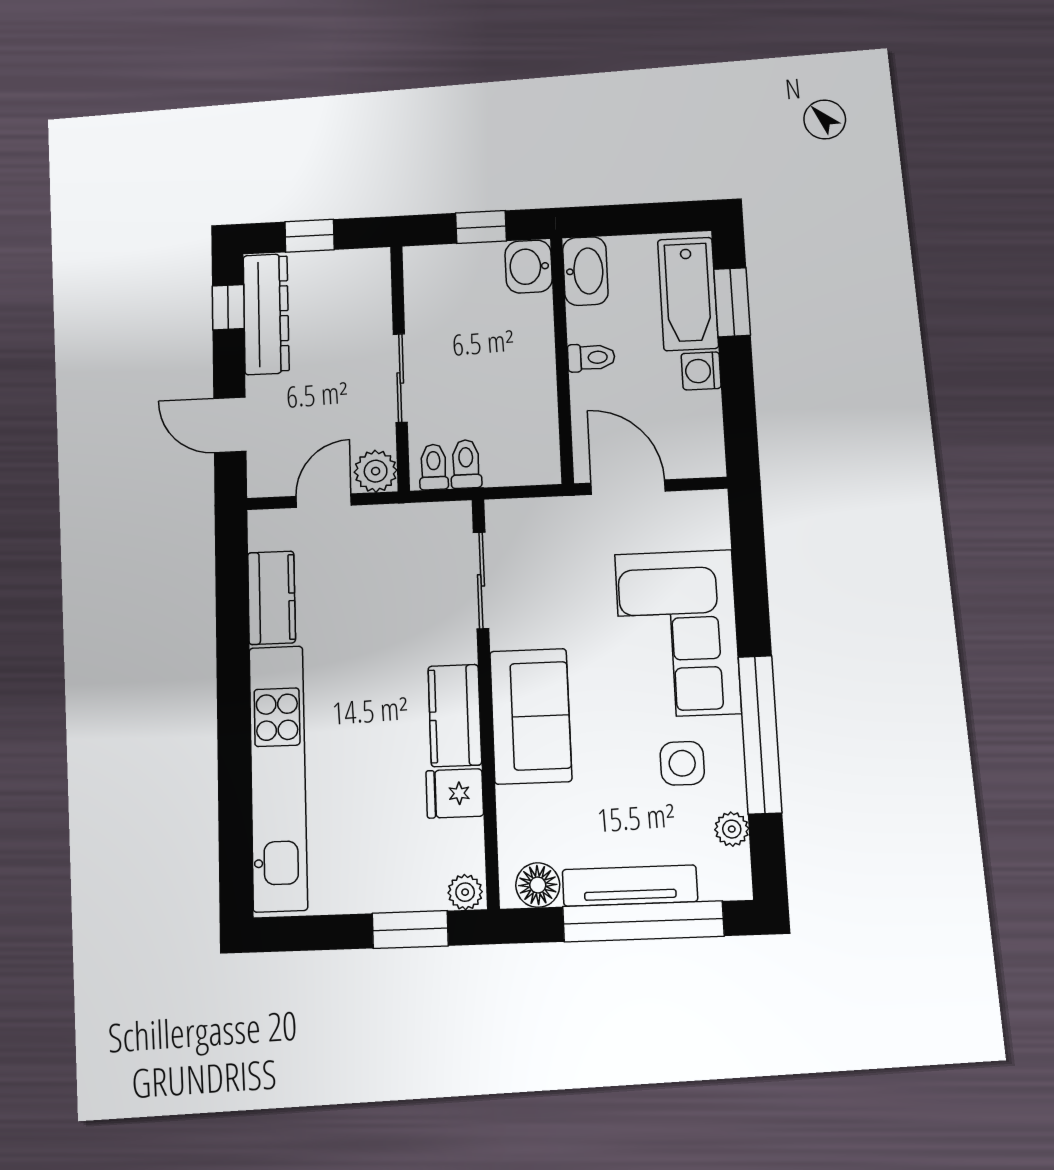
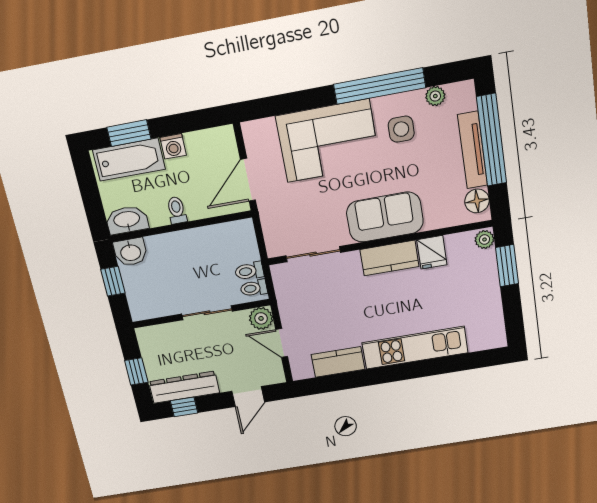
kitchen unit: (278, 778) -> (415, 348), width x0.73

